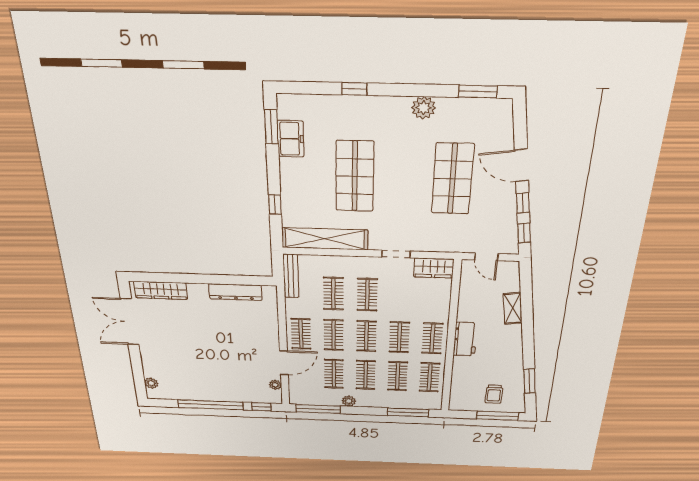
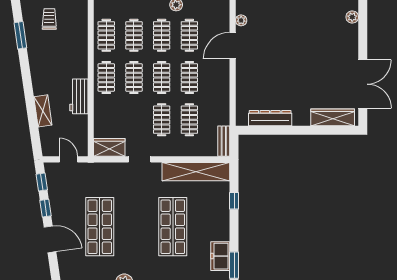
bench: (291, 276) -> (224, 141), width x0.73
clothes rail: (301, 334) -> (217, 78), removed
workbench: (465, 339) -> (79, 96), moved

